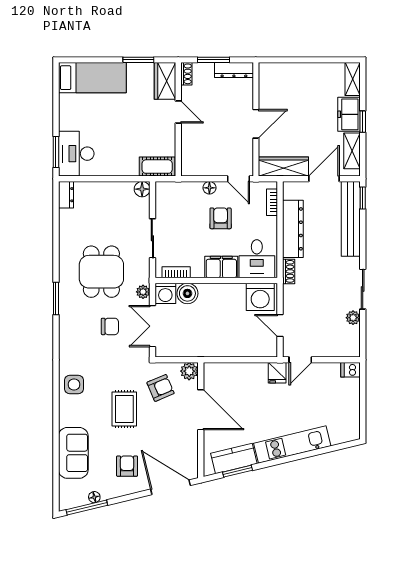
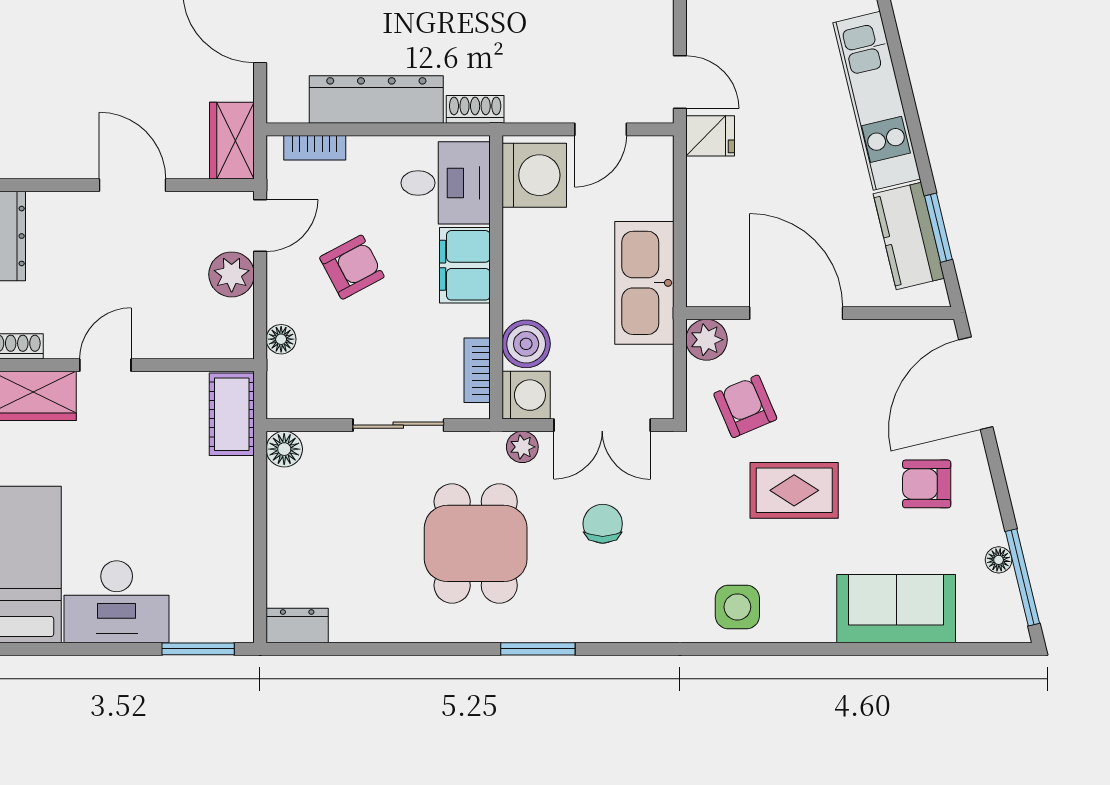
desk: (76, 154) -> (117, 602), moved
plant: (217, 166) -> (232, 274), added
wardrobe: (283, 167) -> (232, 141), width x0.67
floor lamp: (209, 188) -> (281, 339), moved
armchair: (221, 218) -> (352, 267), turned 152
dining table: (101, 272) -> (476, 543), turned 90
kitchen sink: (214, 344) -> (644, 283), added
door: (201, 410) -> (796, 313), hinge flipped

